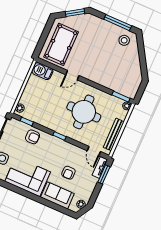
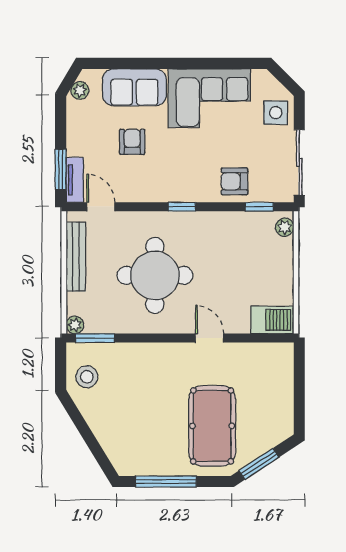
stool: (124, 40) -> (87, 377), moved
pool table: (61, 44) -> (212, 426), moved
door: (72, 75) -> (209, 338), hinge flipped

